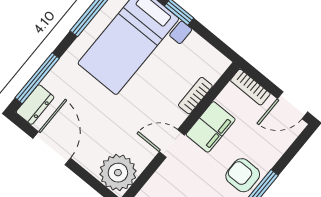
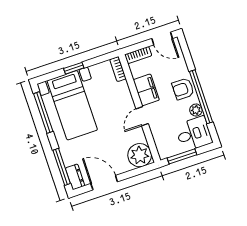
bookcase: (195, 96) -> (118, 69), moved
door: (293, 105) -> (162, 38), hinge flipped

